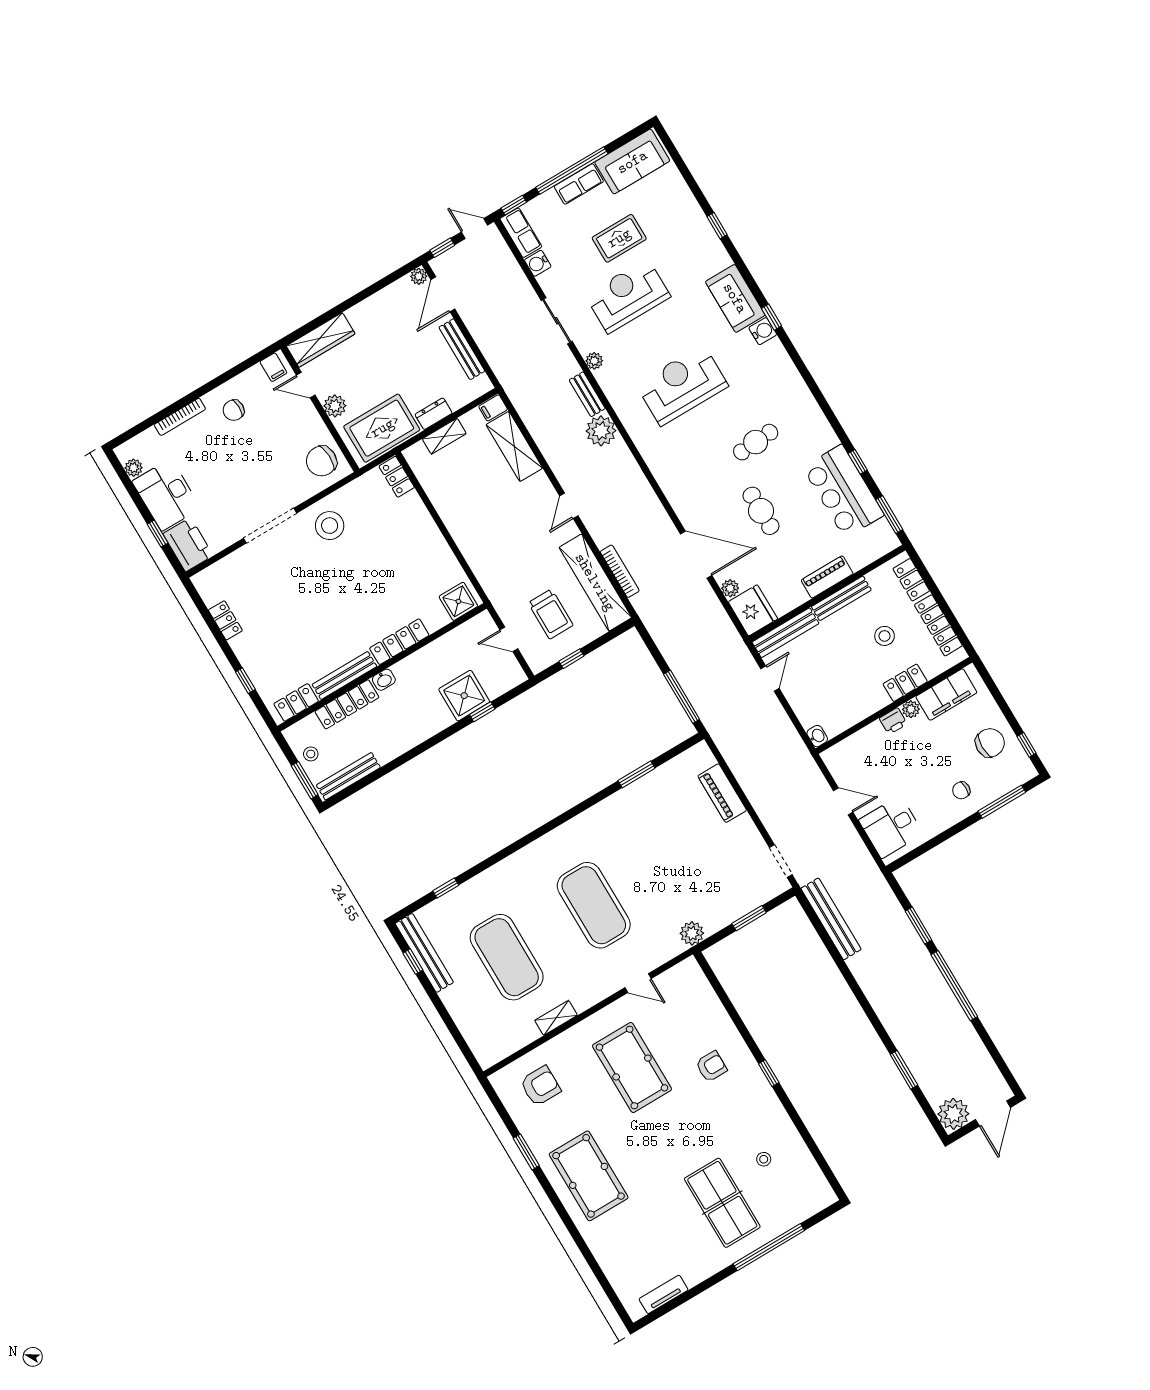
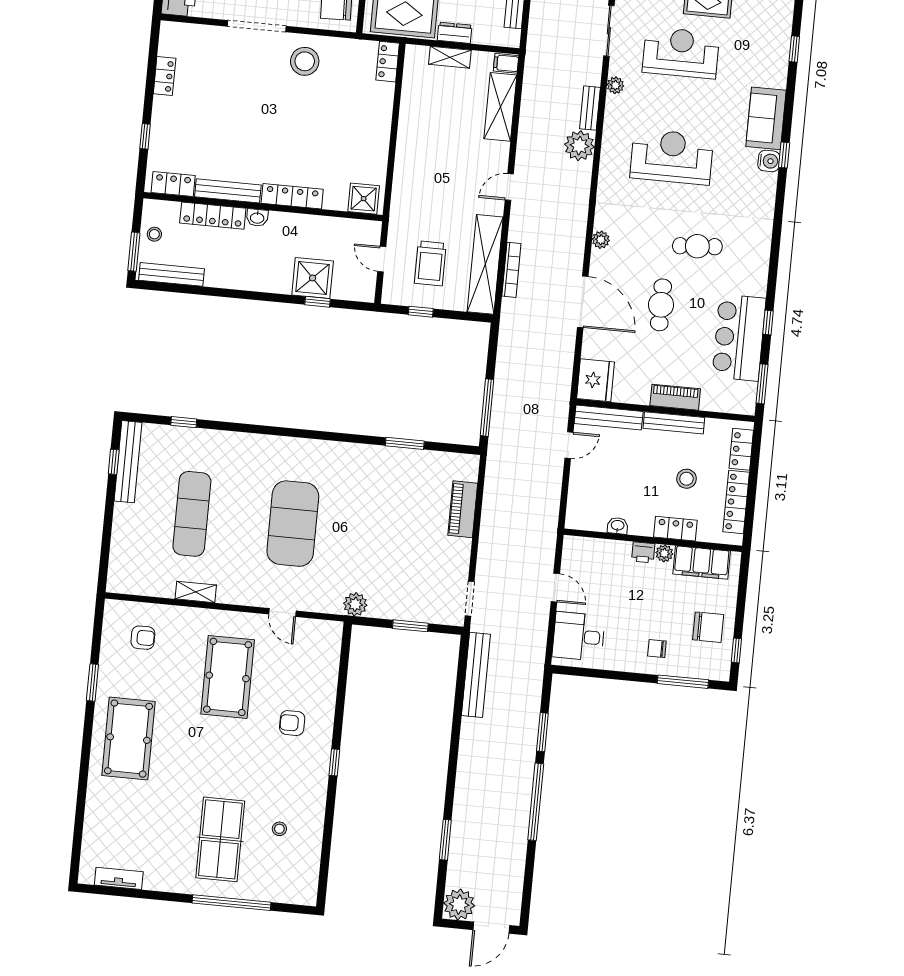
plant: (730, 588) -> (601, 240), moved
washbasin: (817, 736) -> (618, 526), moved, turned -90
exercise mat: (507, 957) -> (192, 514), width x0.68
armchair: (711, 1066) -> (292, 723), turned 180
armchair: (540, 1086) -> (143, 638), width x0.72, depth x0.72

